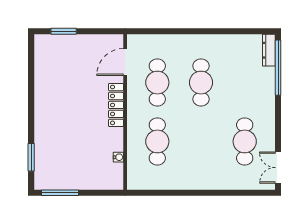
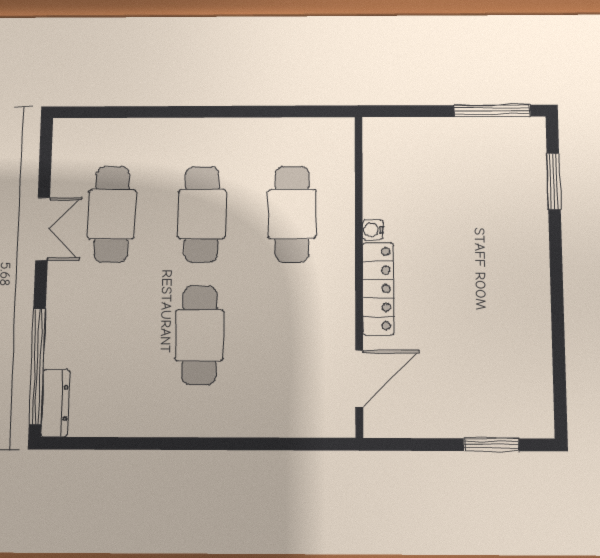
cafe table: (157, 83) -> (202, 214), moved
water cooler: (118, 157) -> (373, 230), moved
double door: (278, 168) -> (43, 229), moved

